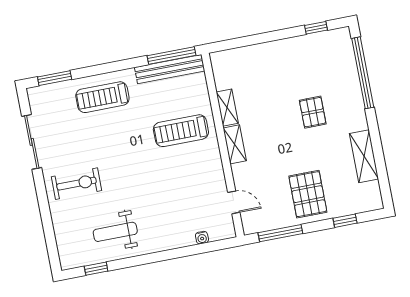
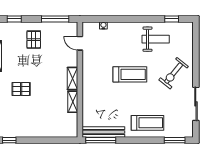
pallet: (313, 112) -> (21, 89), turned 90
treadmill: (181, 131) -> (130, 74), moved
exercise bike: (77, 184) -> (174, 73), turned -51
pallet: (308, 194) -> (34, 40), width x0.67, depth x0.71

